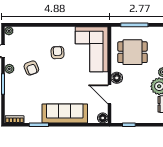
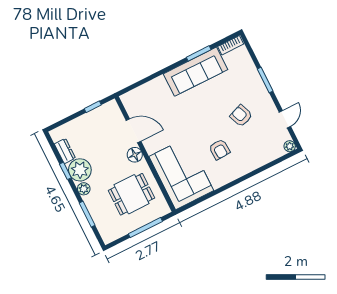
plant: (9, 69) -> (267, 102), removed
sofa: (65, 113) -> (196, 72), moved
floor lamp: (103, 118) -> (128, 99), removed

